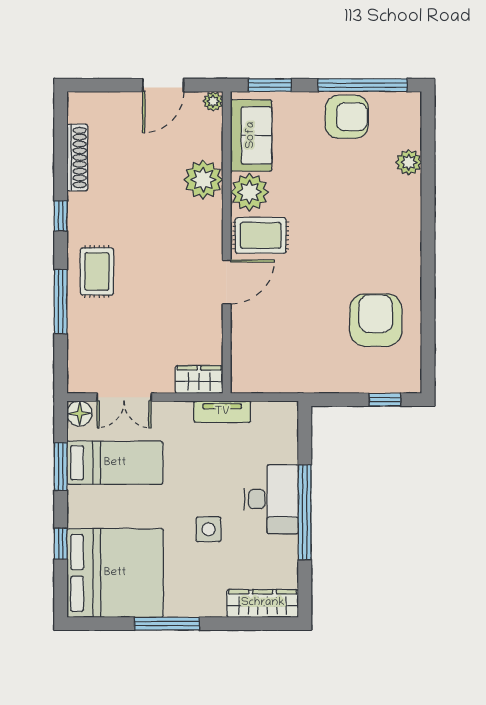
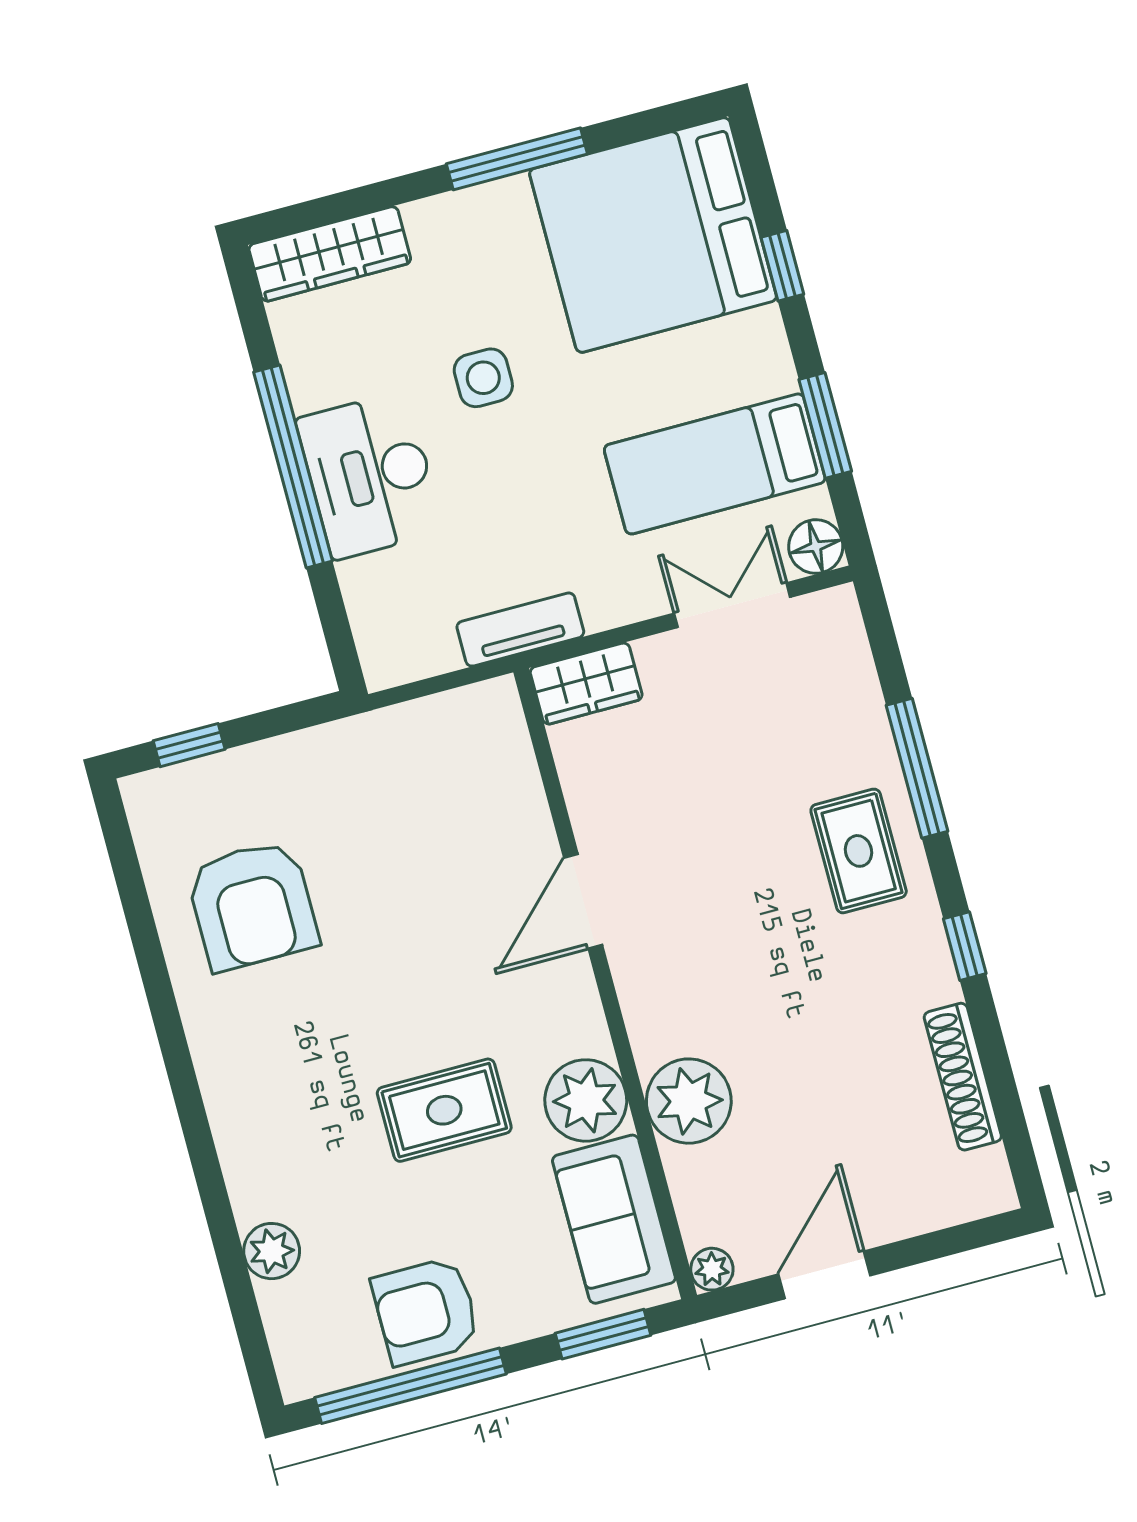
rug: (261, 235) -> (444, 1110), moved

